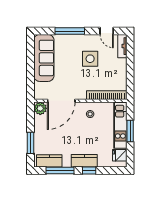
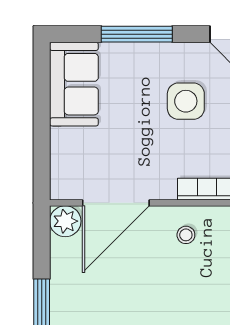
sofa: (44, 58) -> (74, 84), width x0.73

